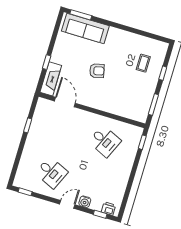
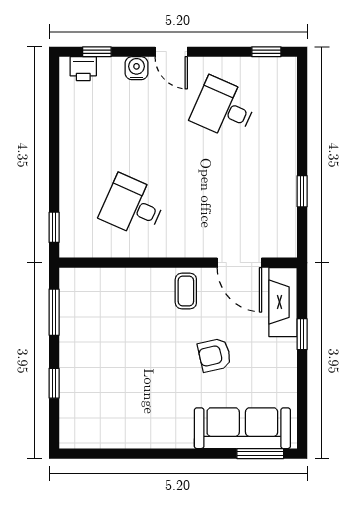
coffee table: (143, 63) -> (186, 291), moved
armchair: (97, 71) -> (214, 355), moved
door: (67, 204) -> (171, 52), hinge flipped

